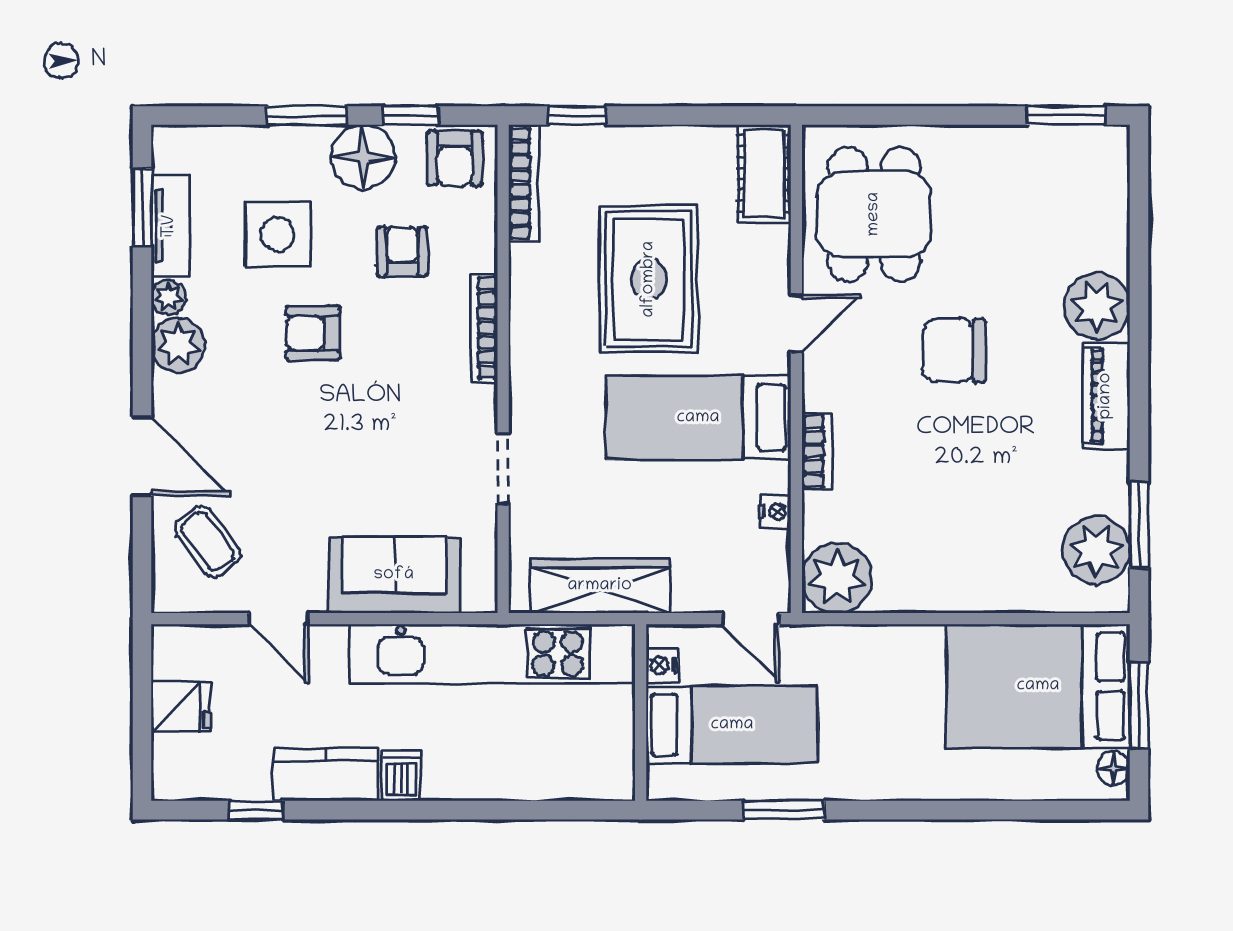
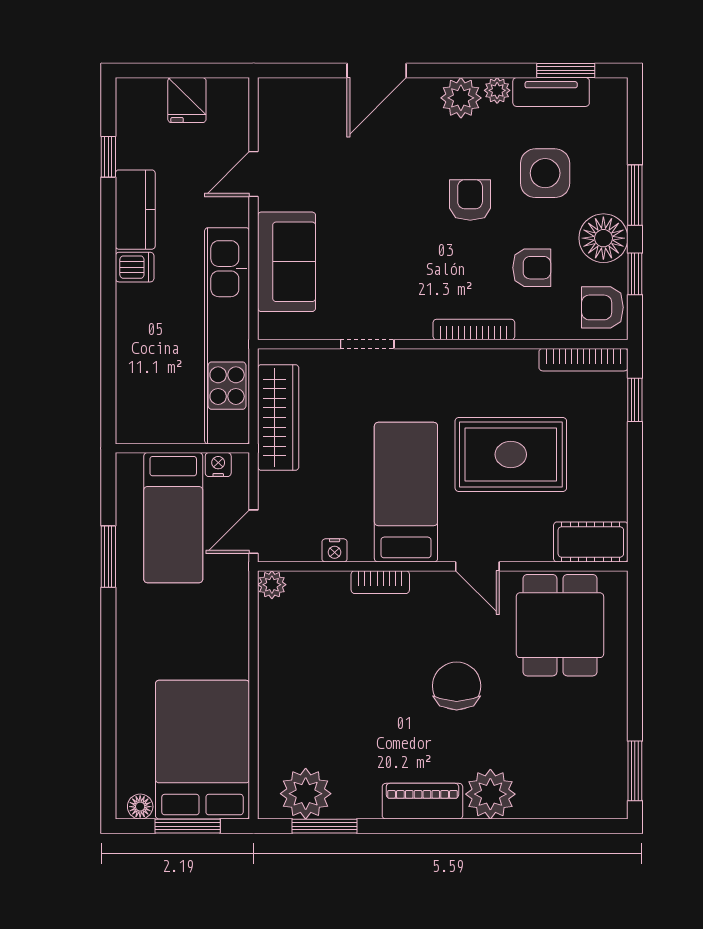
dining table: (874, 214) -> (560, 625), turned 90
coffee table: (207, 541) -> (312, 120), removed
plant: (837, 578) -> (272, 585), width x0.53, depth x0.53

